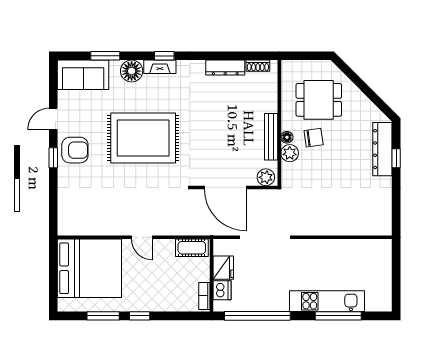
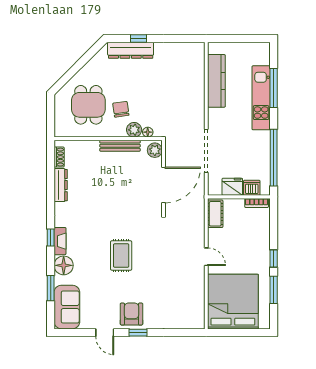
floor lamp: (287, 137) -> (148, 132), moved
rug: (143, 138) -> (121, 255), width x0.54, depth x0.49
door: (142, 237) -> (206, 257), hinge flipped
kitchen counter: (347, 249) -> (216, 81), added

